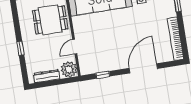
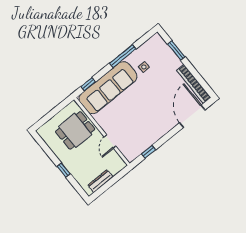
door: (143, 68) -> (192, 116), moved
plant: (69, 69) -> (116, 164), removed

